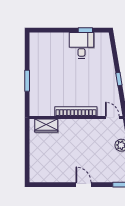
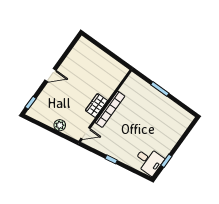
desk: (81, 45) -> (149, 161), moved
wardrobe: (46, 126) -> (96, 105), moved

